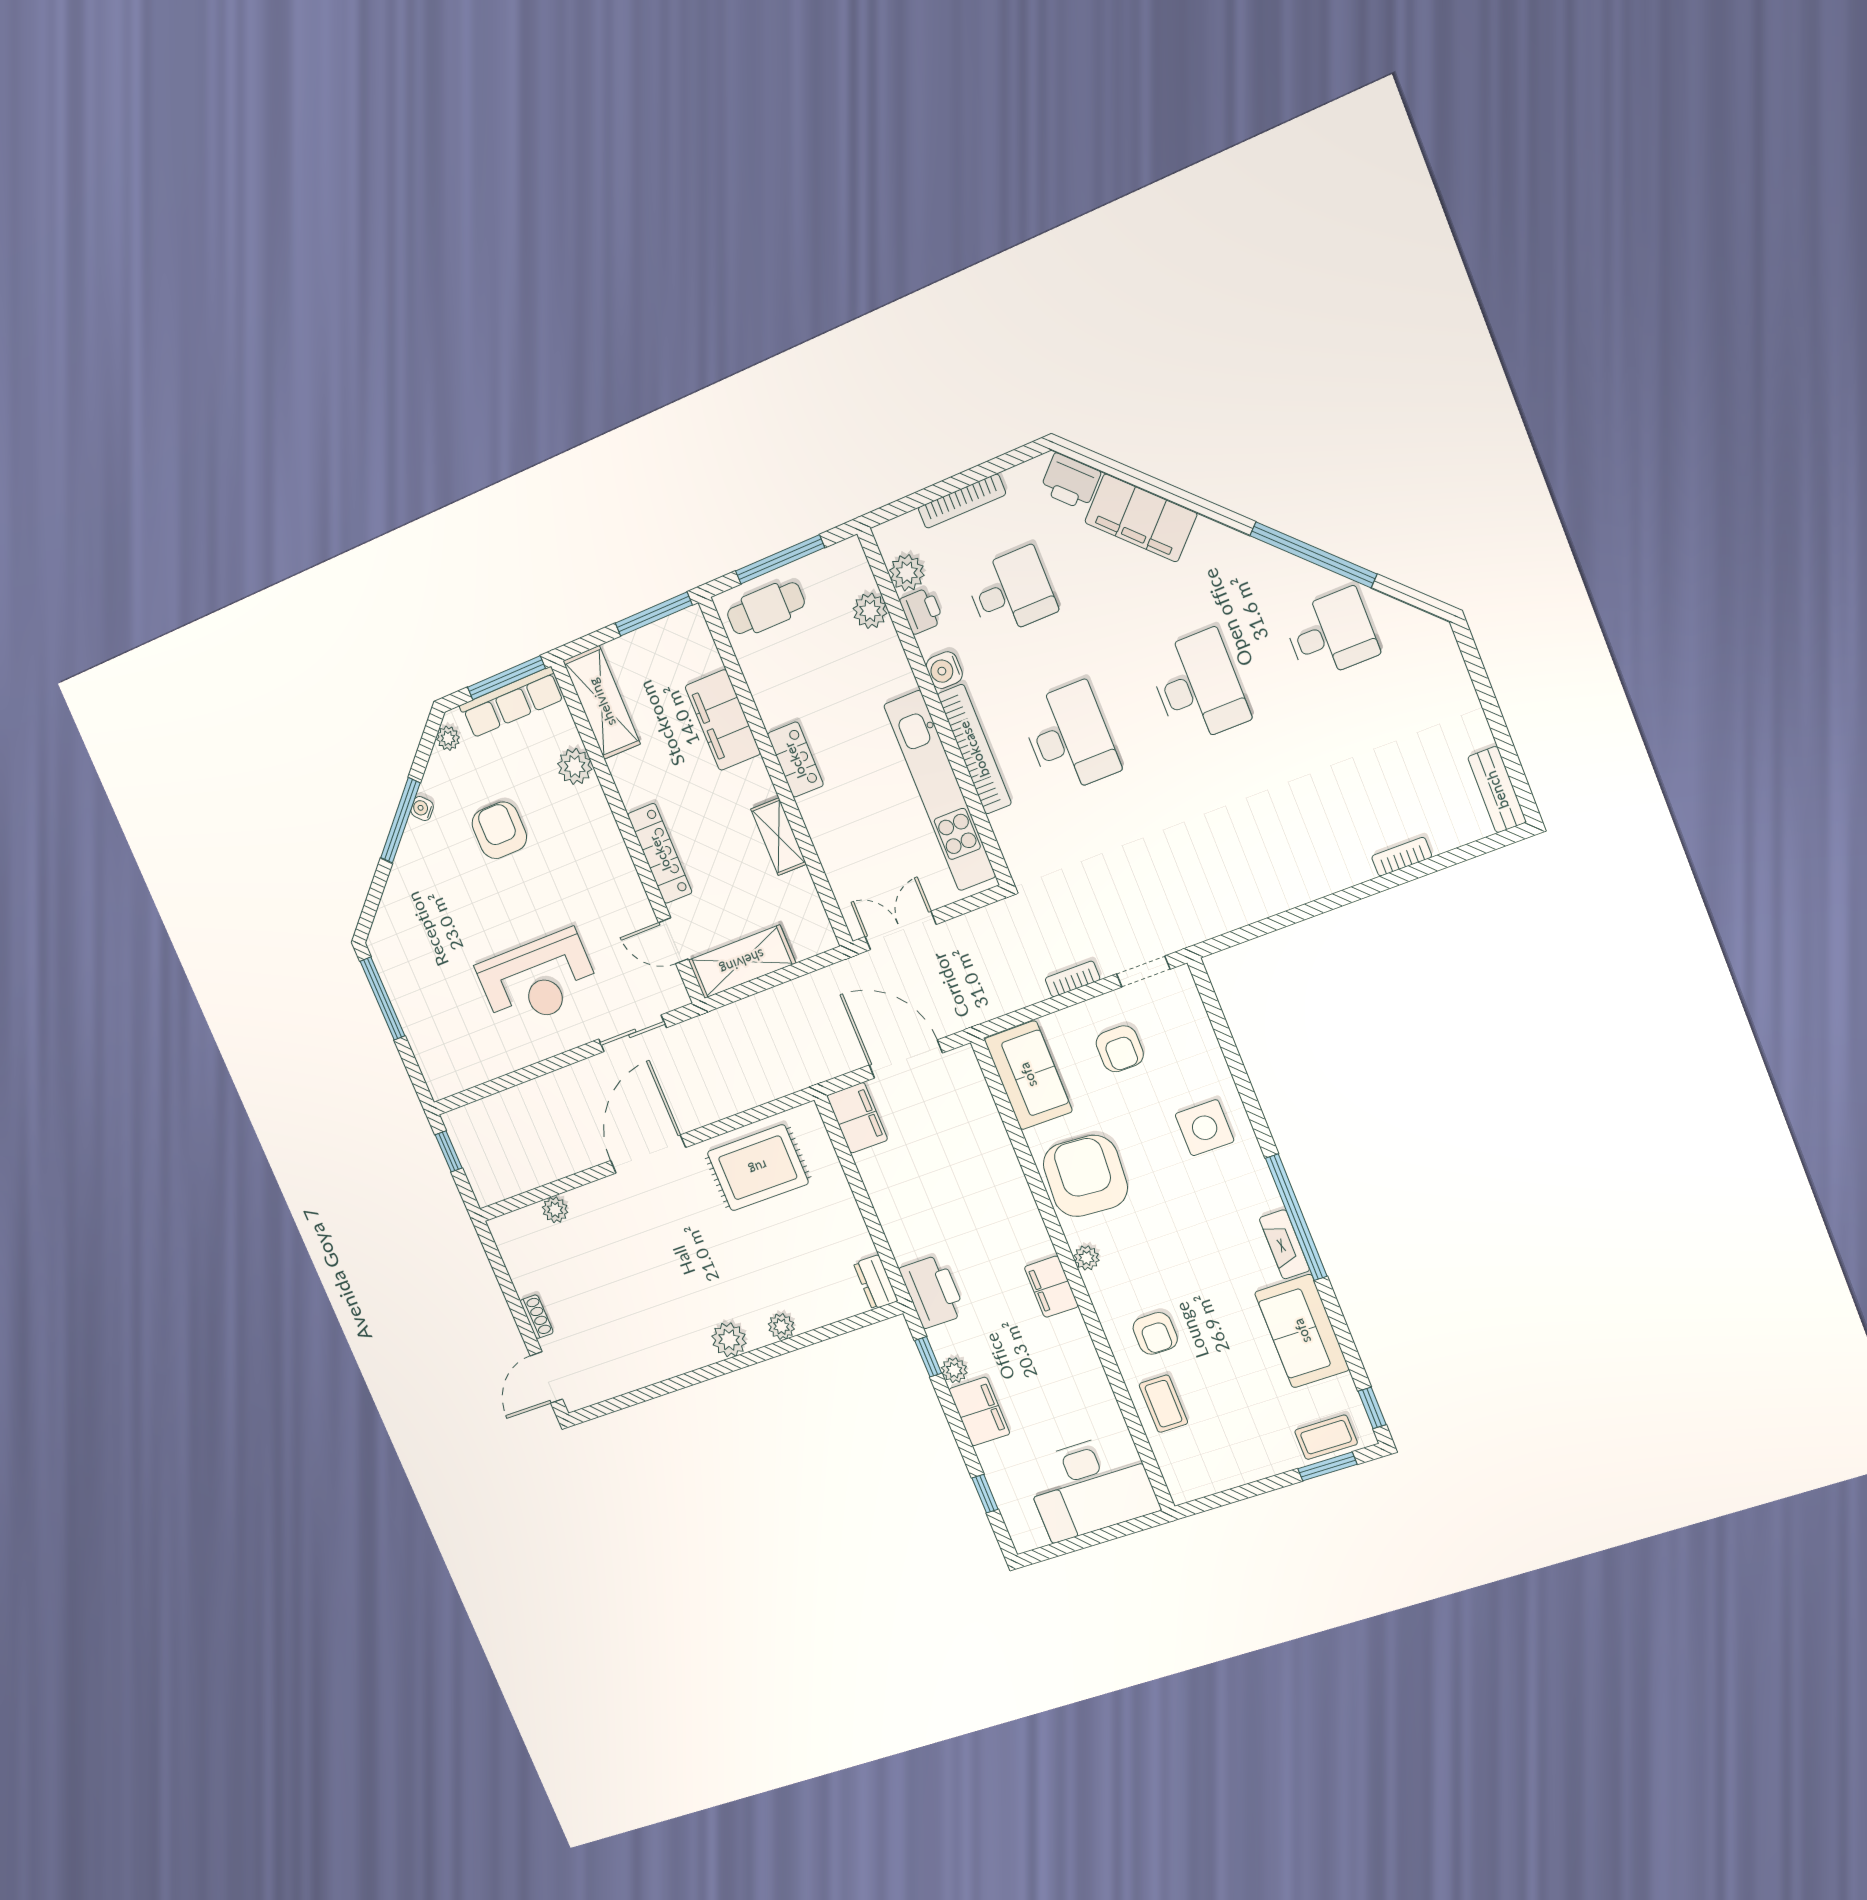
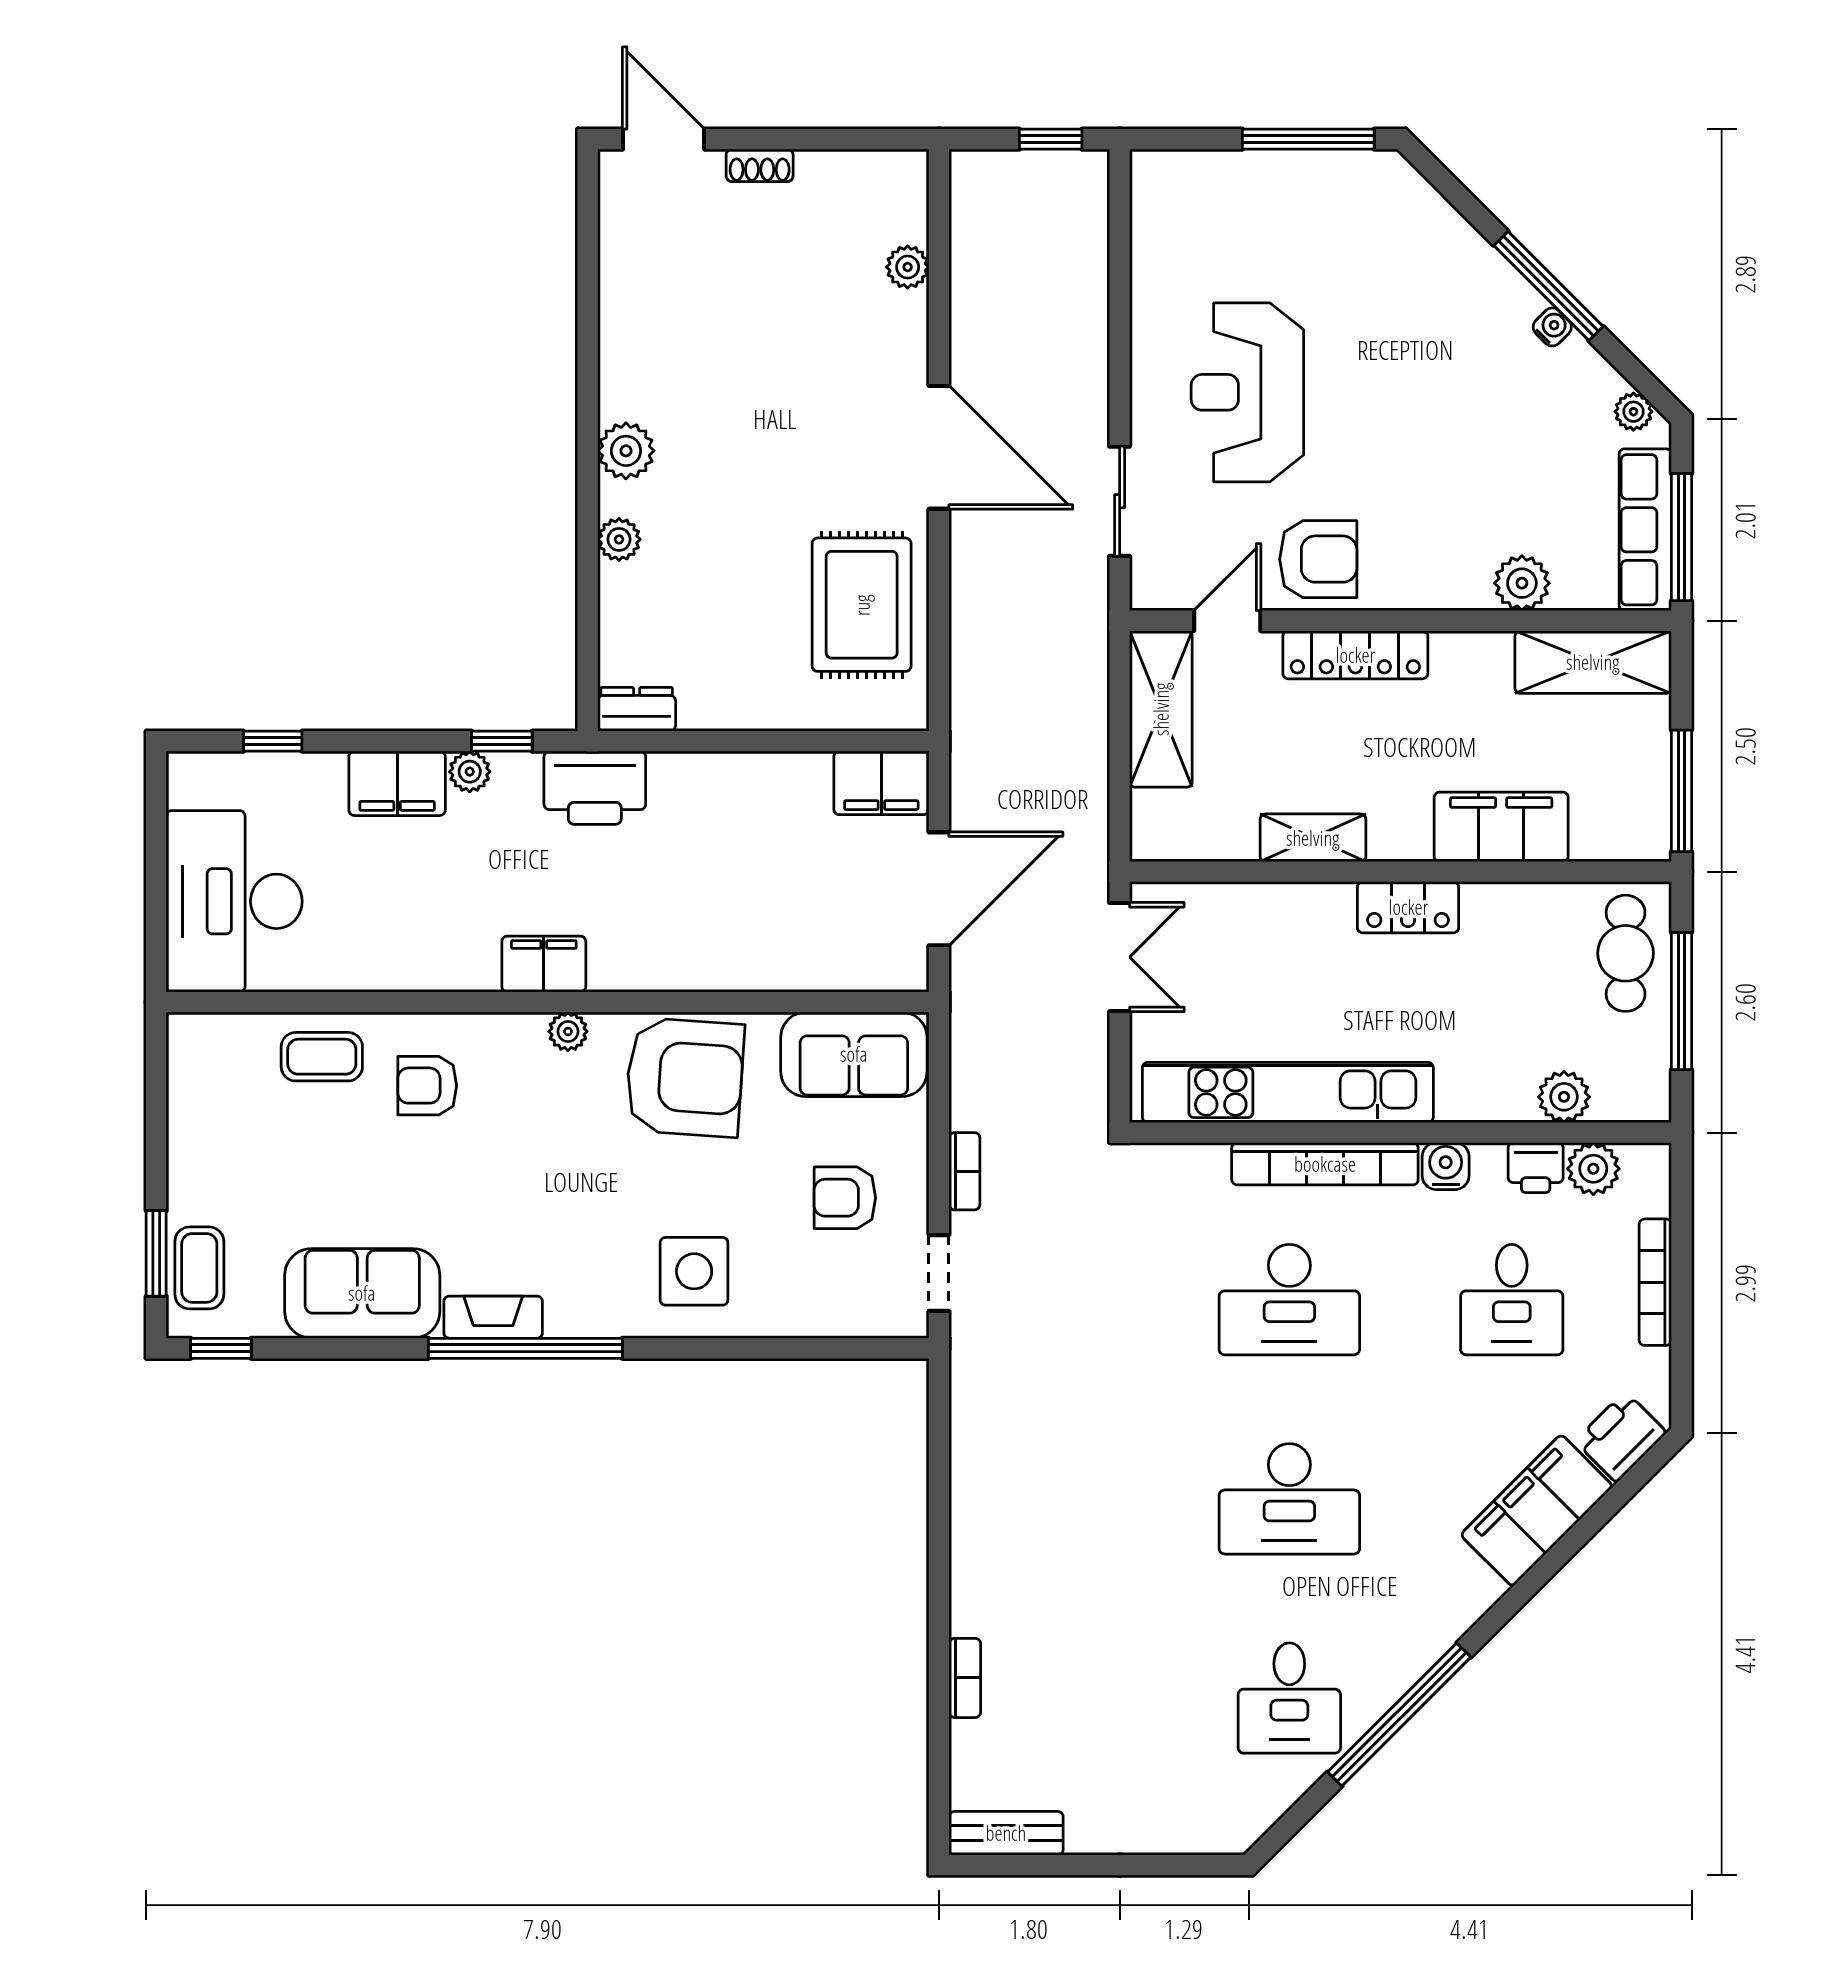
armchair: (499, 830) -> (1318, 559), moved

